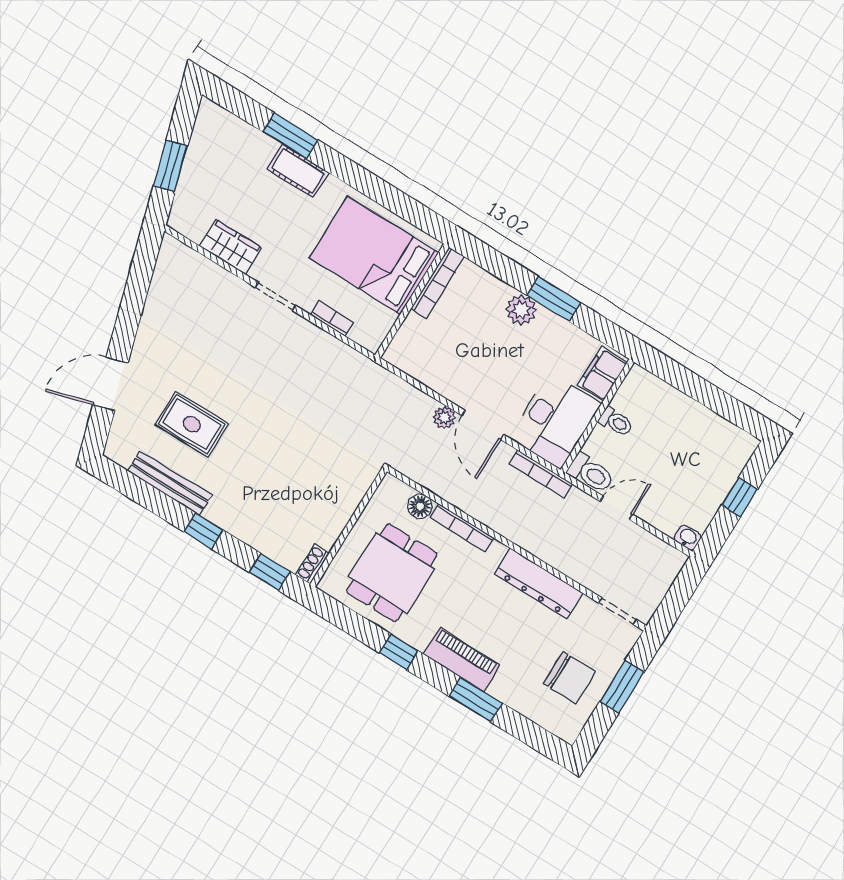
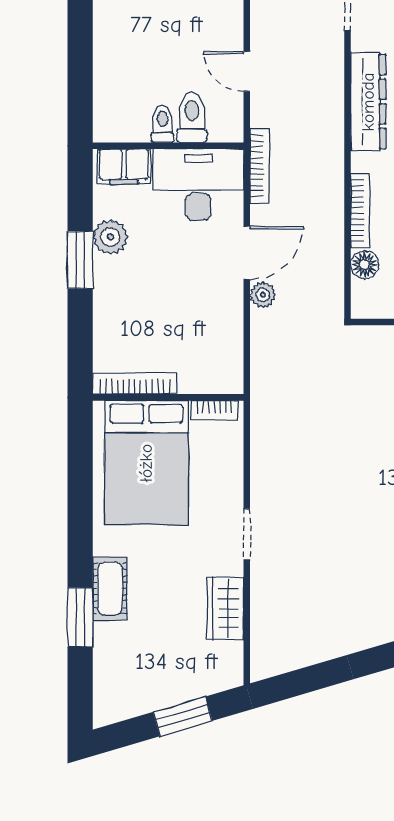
plant: (521, 310) -> (110, 237), moved
bookcase: (332, 319) -> (215, 410), moved, turned -90
toilet: (591, 473) -> (192, 118), moved

